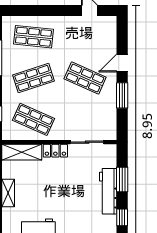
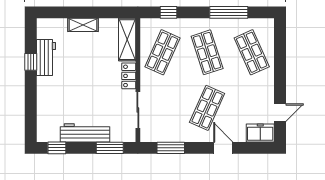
freezer: (108, 29) -> (260, 133), added
shop shelf: (33, 37) -> (252, 52), turned -30
window: (122, 95) -> (171, 148), moved
window: (122, 179) -> (110, 148), moved

